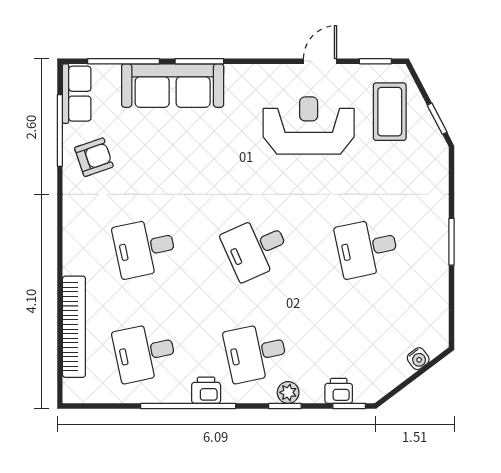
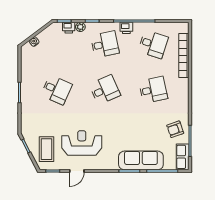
reception desk: (309, 126) -> (82, 143), turned 180
desk: (367, 248) -> (56, 90), turned 36
desk: (145, 352) -> (153, 44), turned 30
plant: (288, 392) -> (80, 27), moved

